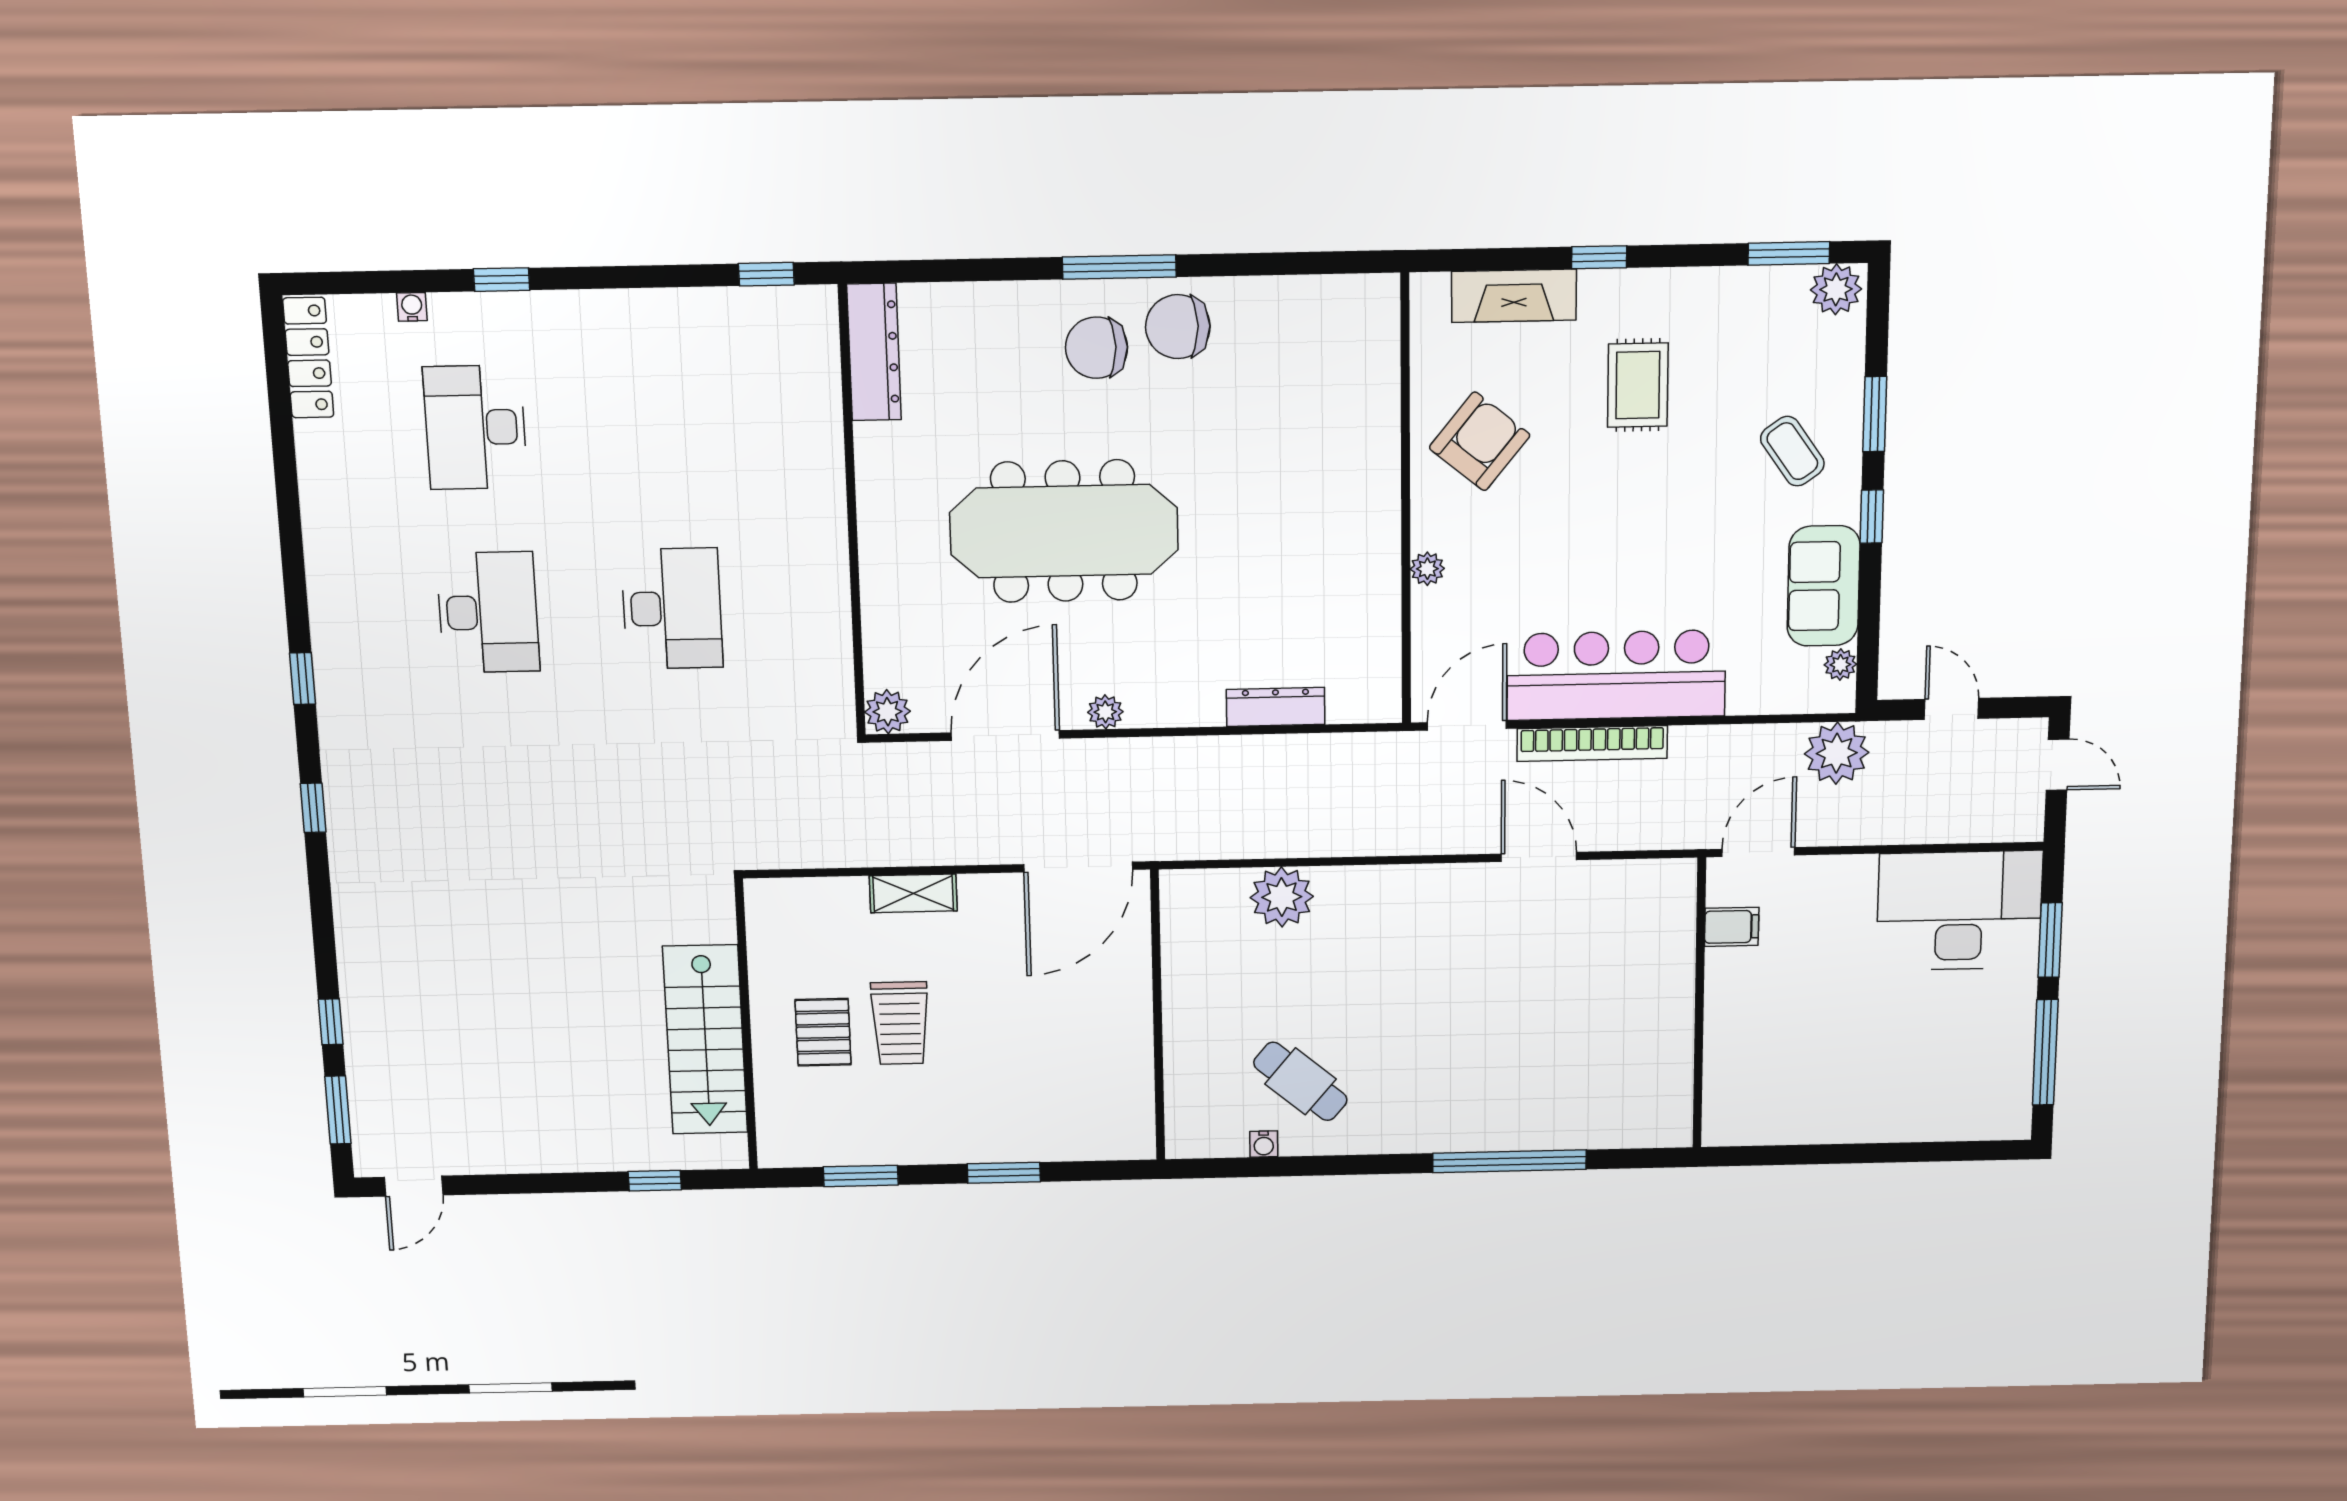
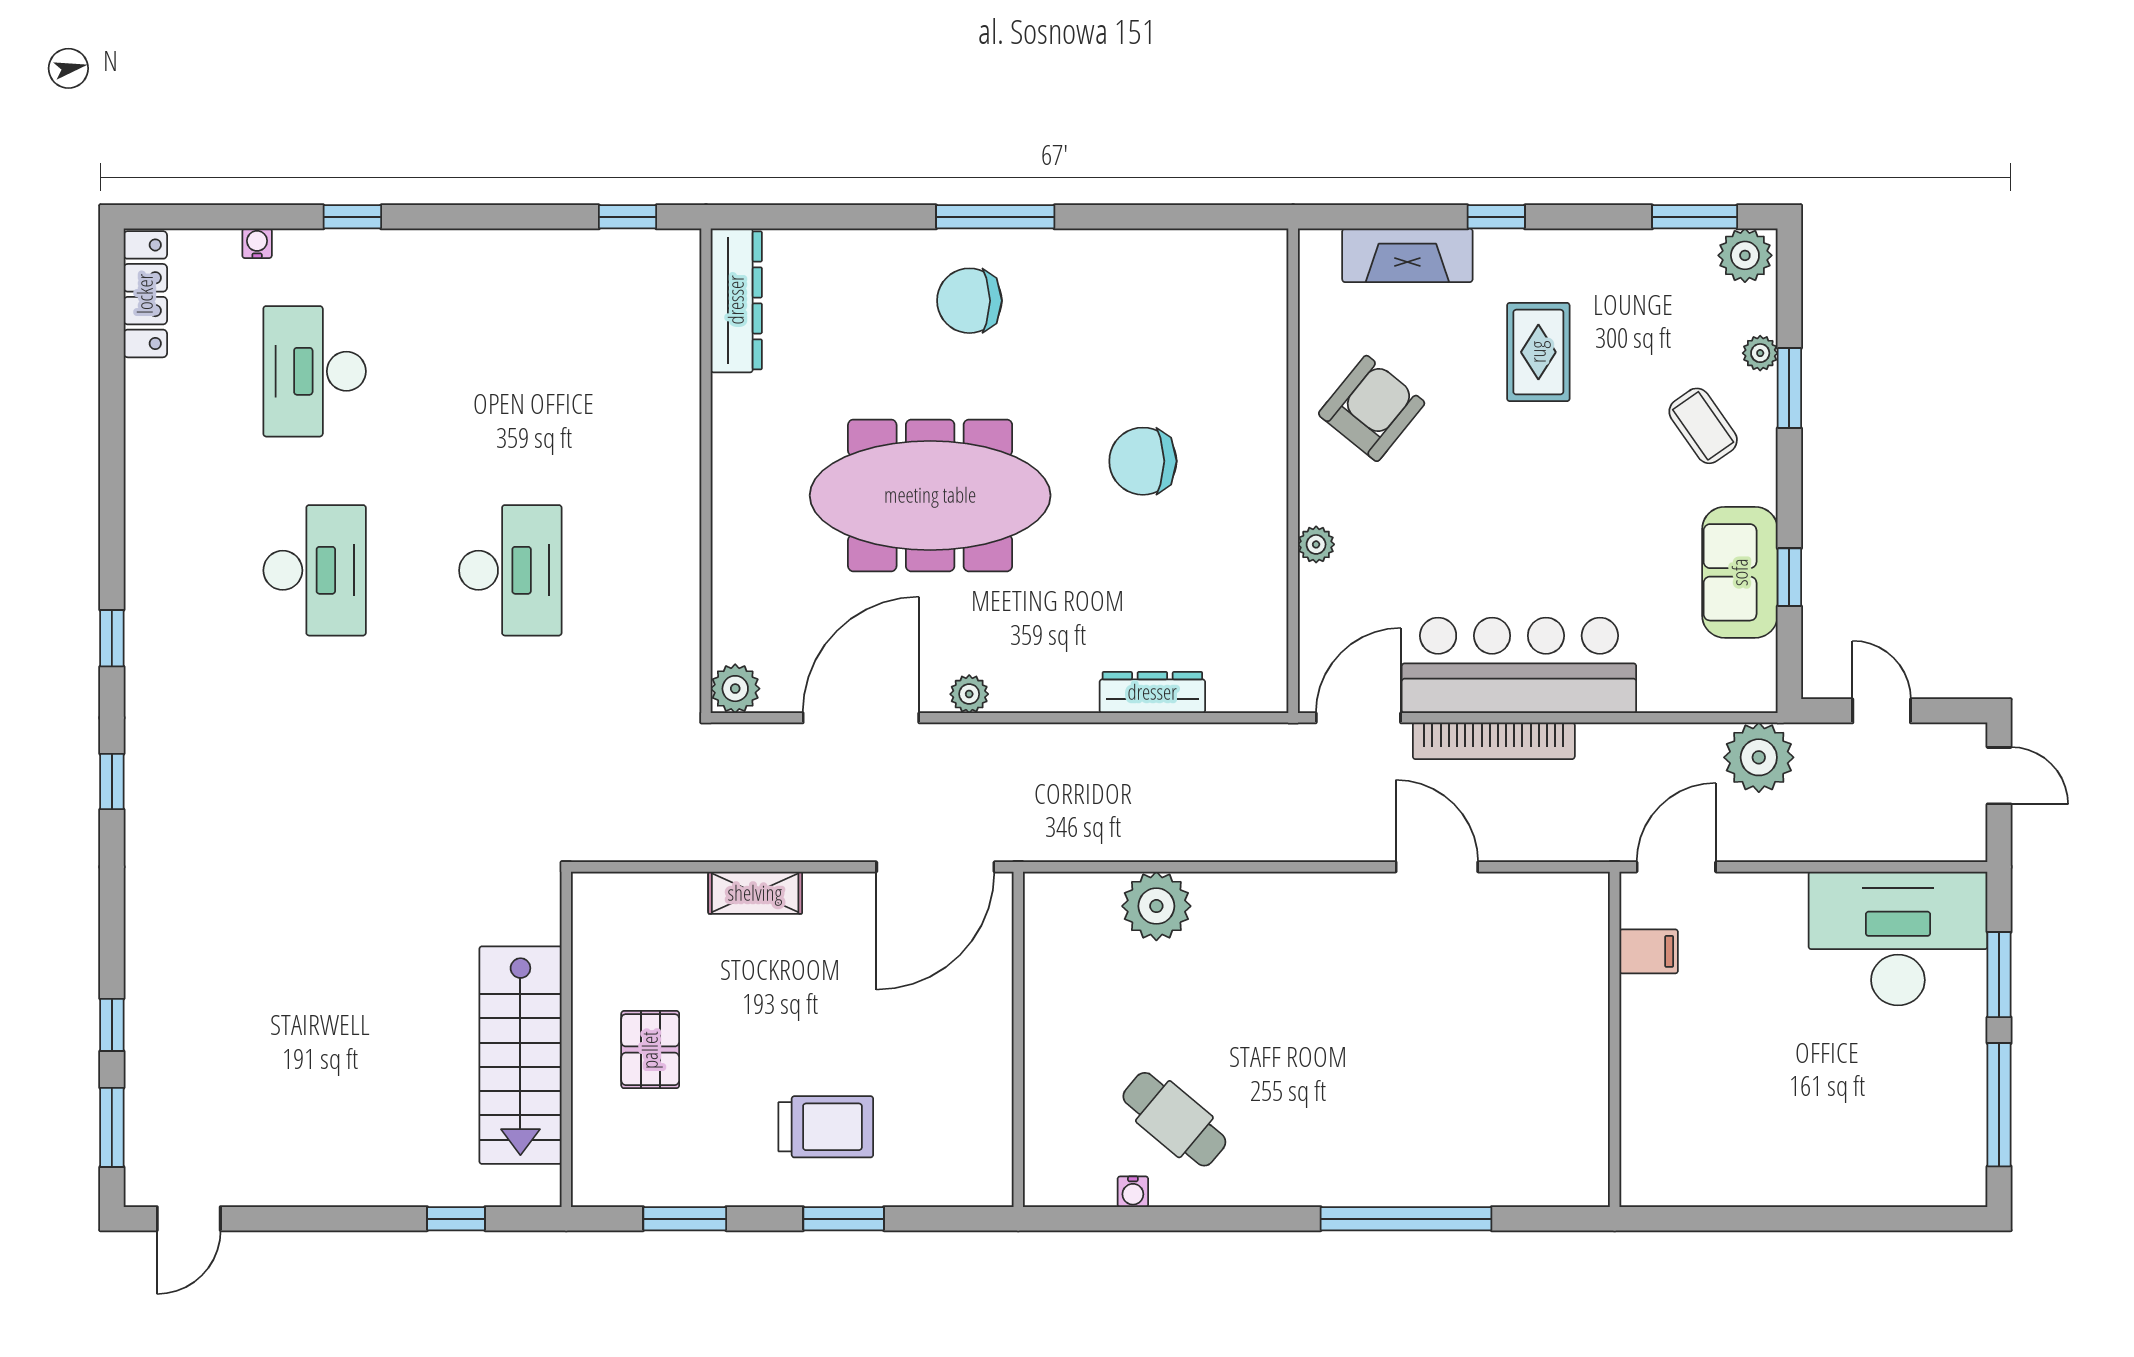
chair: (1178, 327) -> (1143, 461), moved
window: (1872, 516) -> (1789, 577), moved
plant: (1840, 665) -> (1760, 353), moved
trolley: (900, 1023) -> (826, 1127), moved, turned -90

